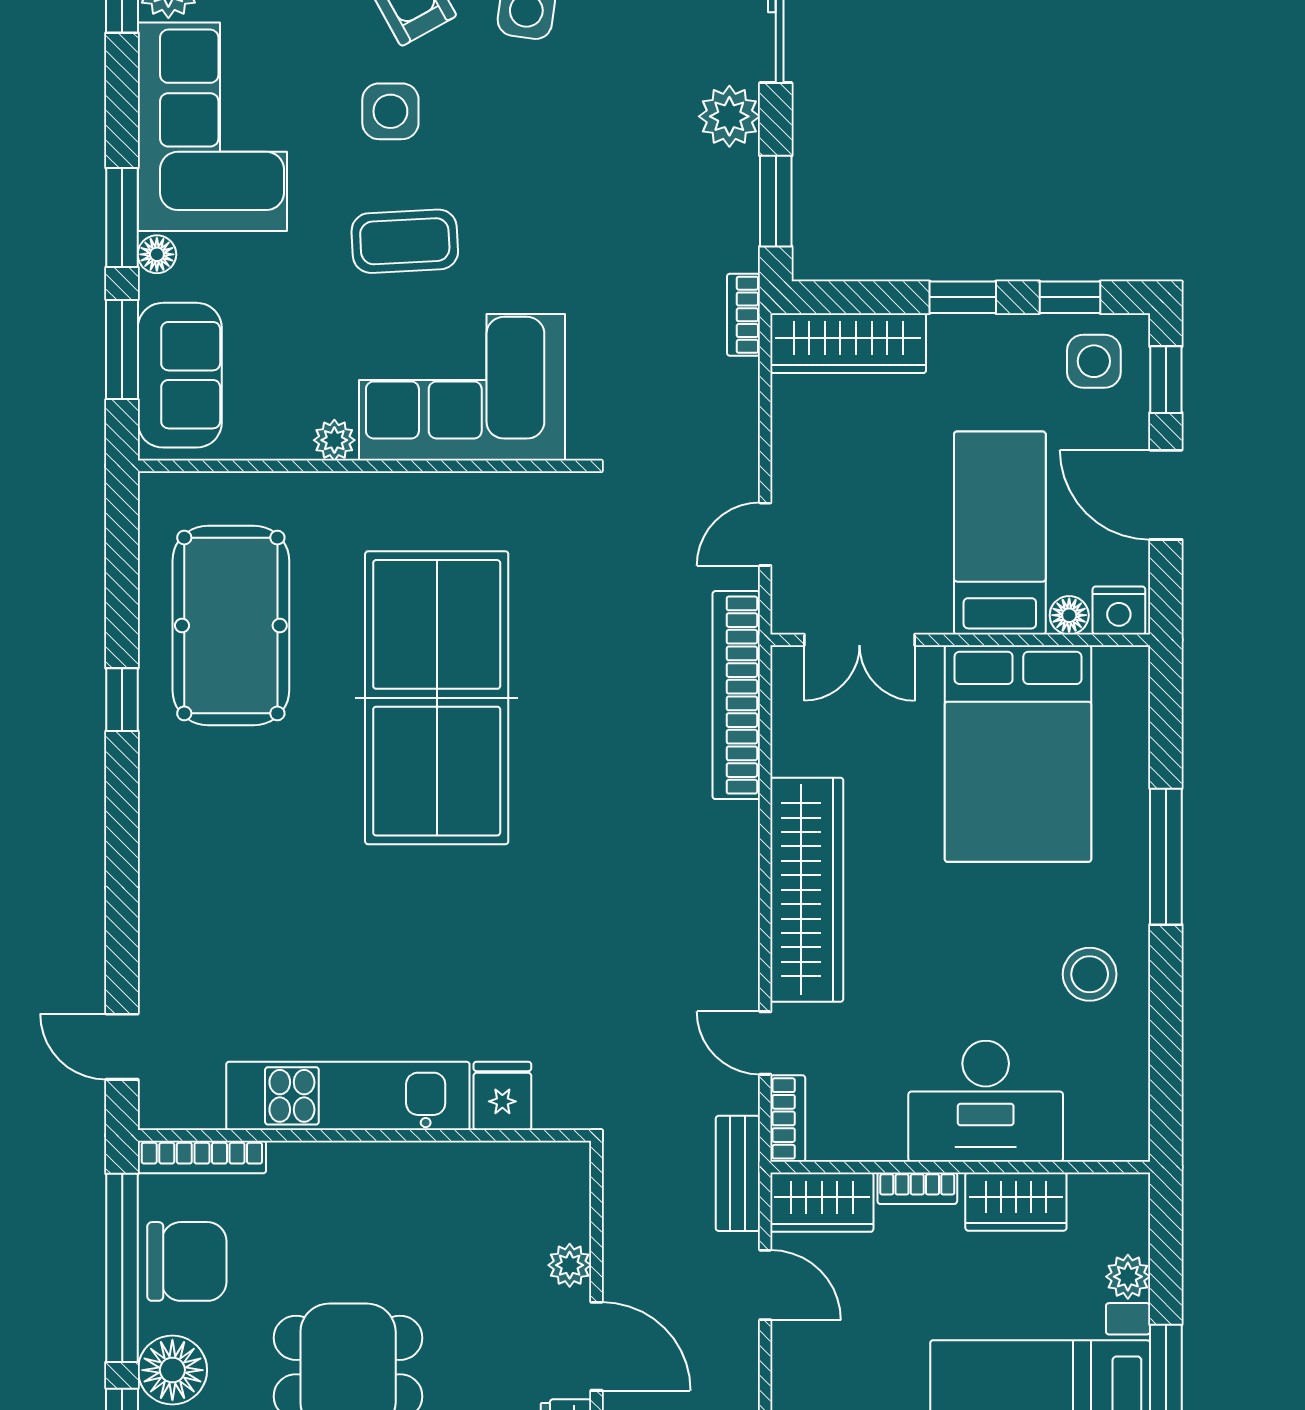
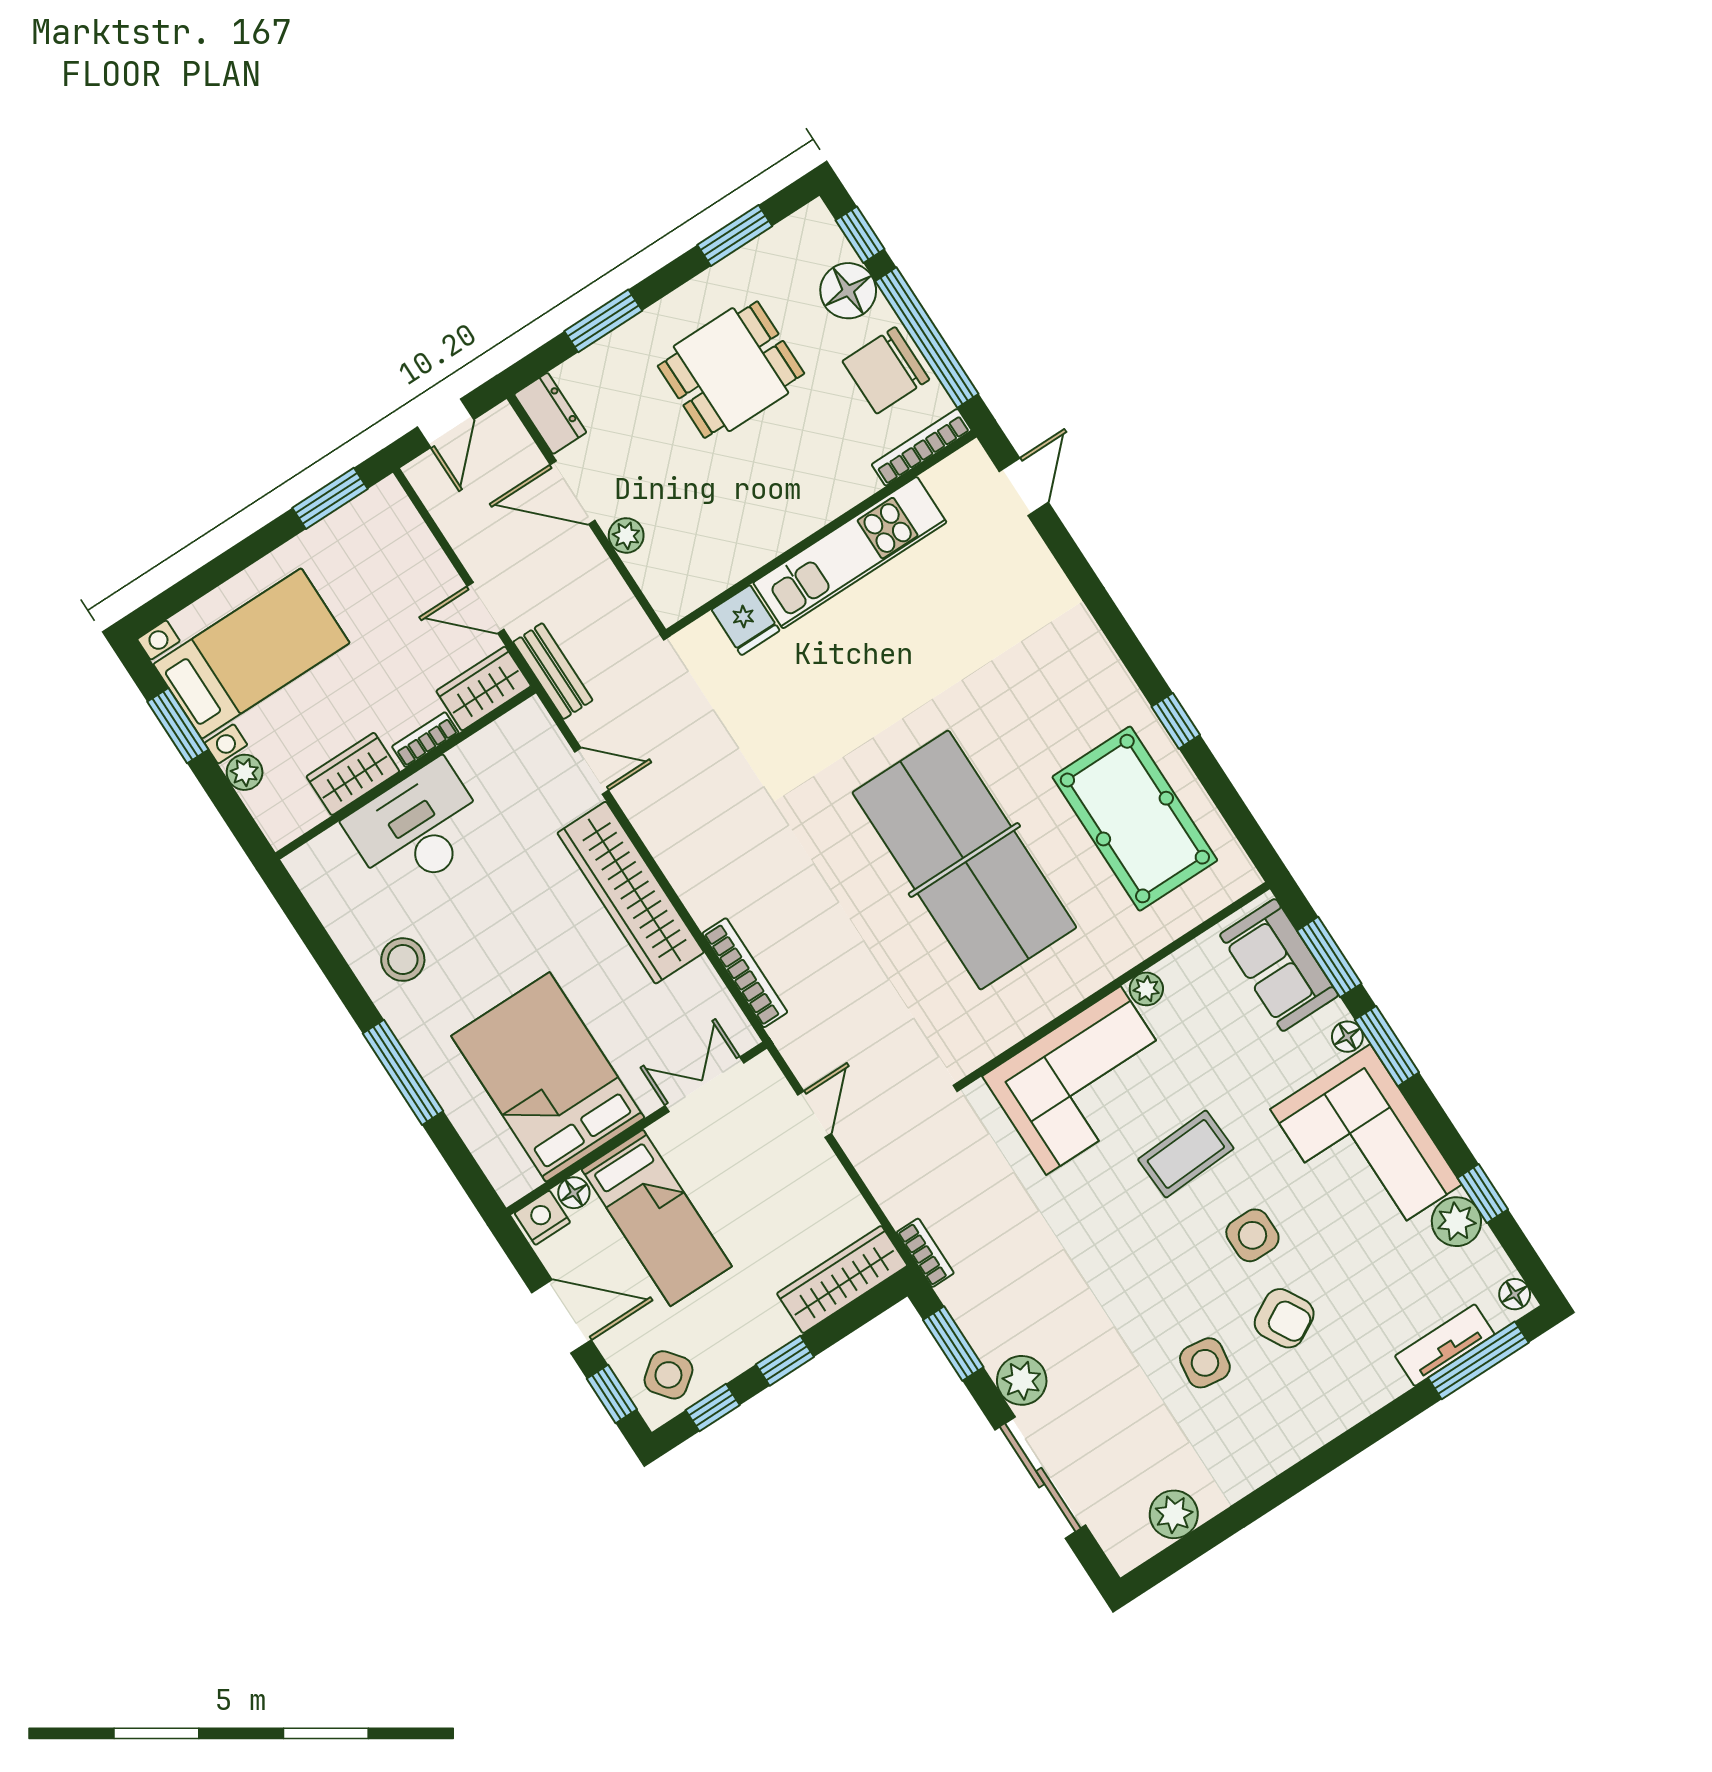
side table: (1094, 361) -> (668, 1375), turned -38
bookcase: (736, 695) -> (745, 973), width x0.68, depth x0.76
door: (122, 1047) -> (1024, 487), hinge flipped
bookcase: (788, 1118) -> (543, 730), removed

